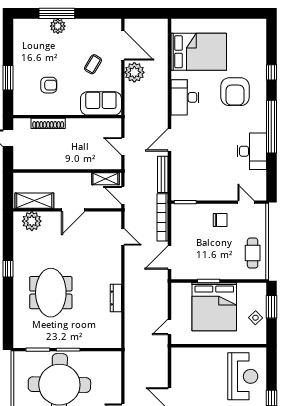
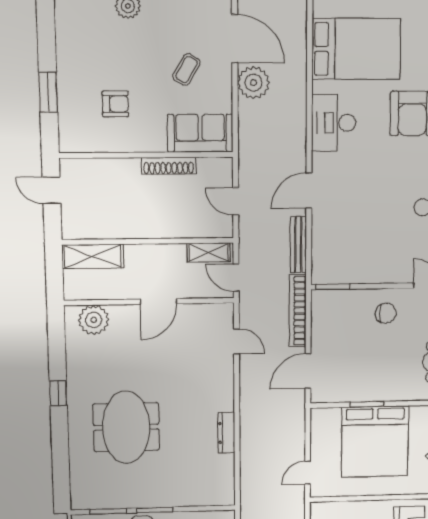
shoe rack: (48, 123) -> (169, 166), moved
shelving: (34, 201) -> (93, 256), moved

